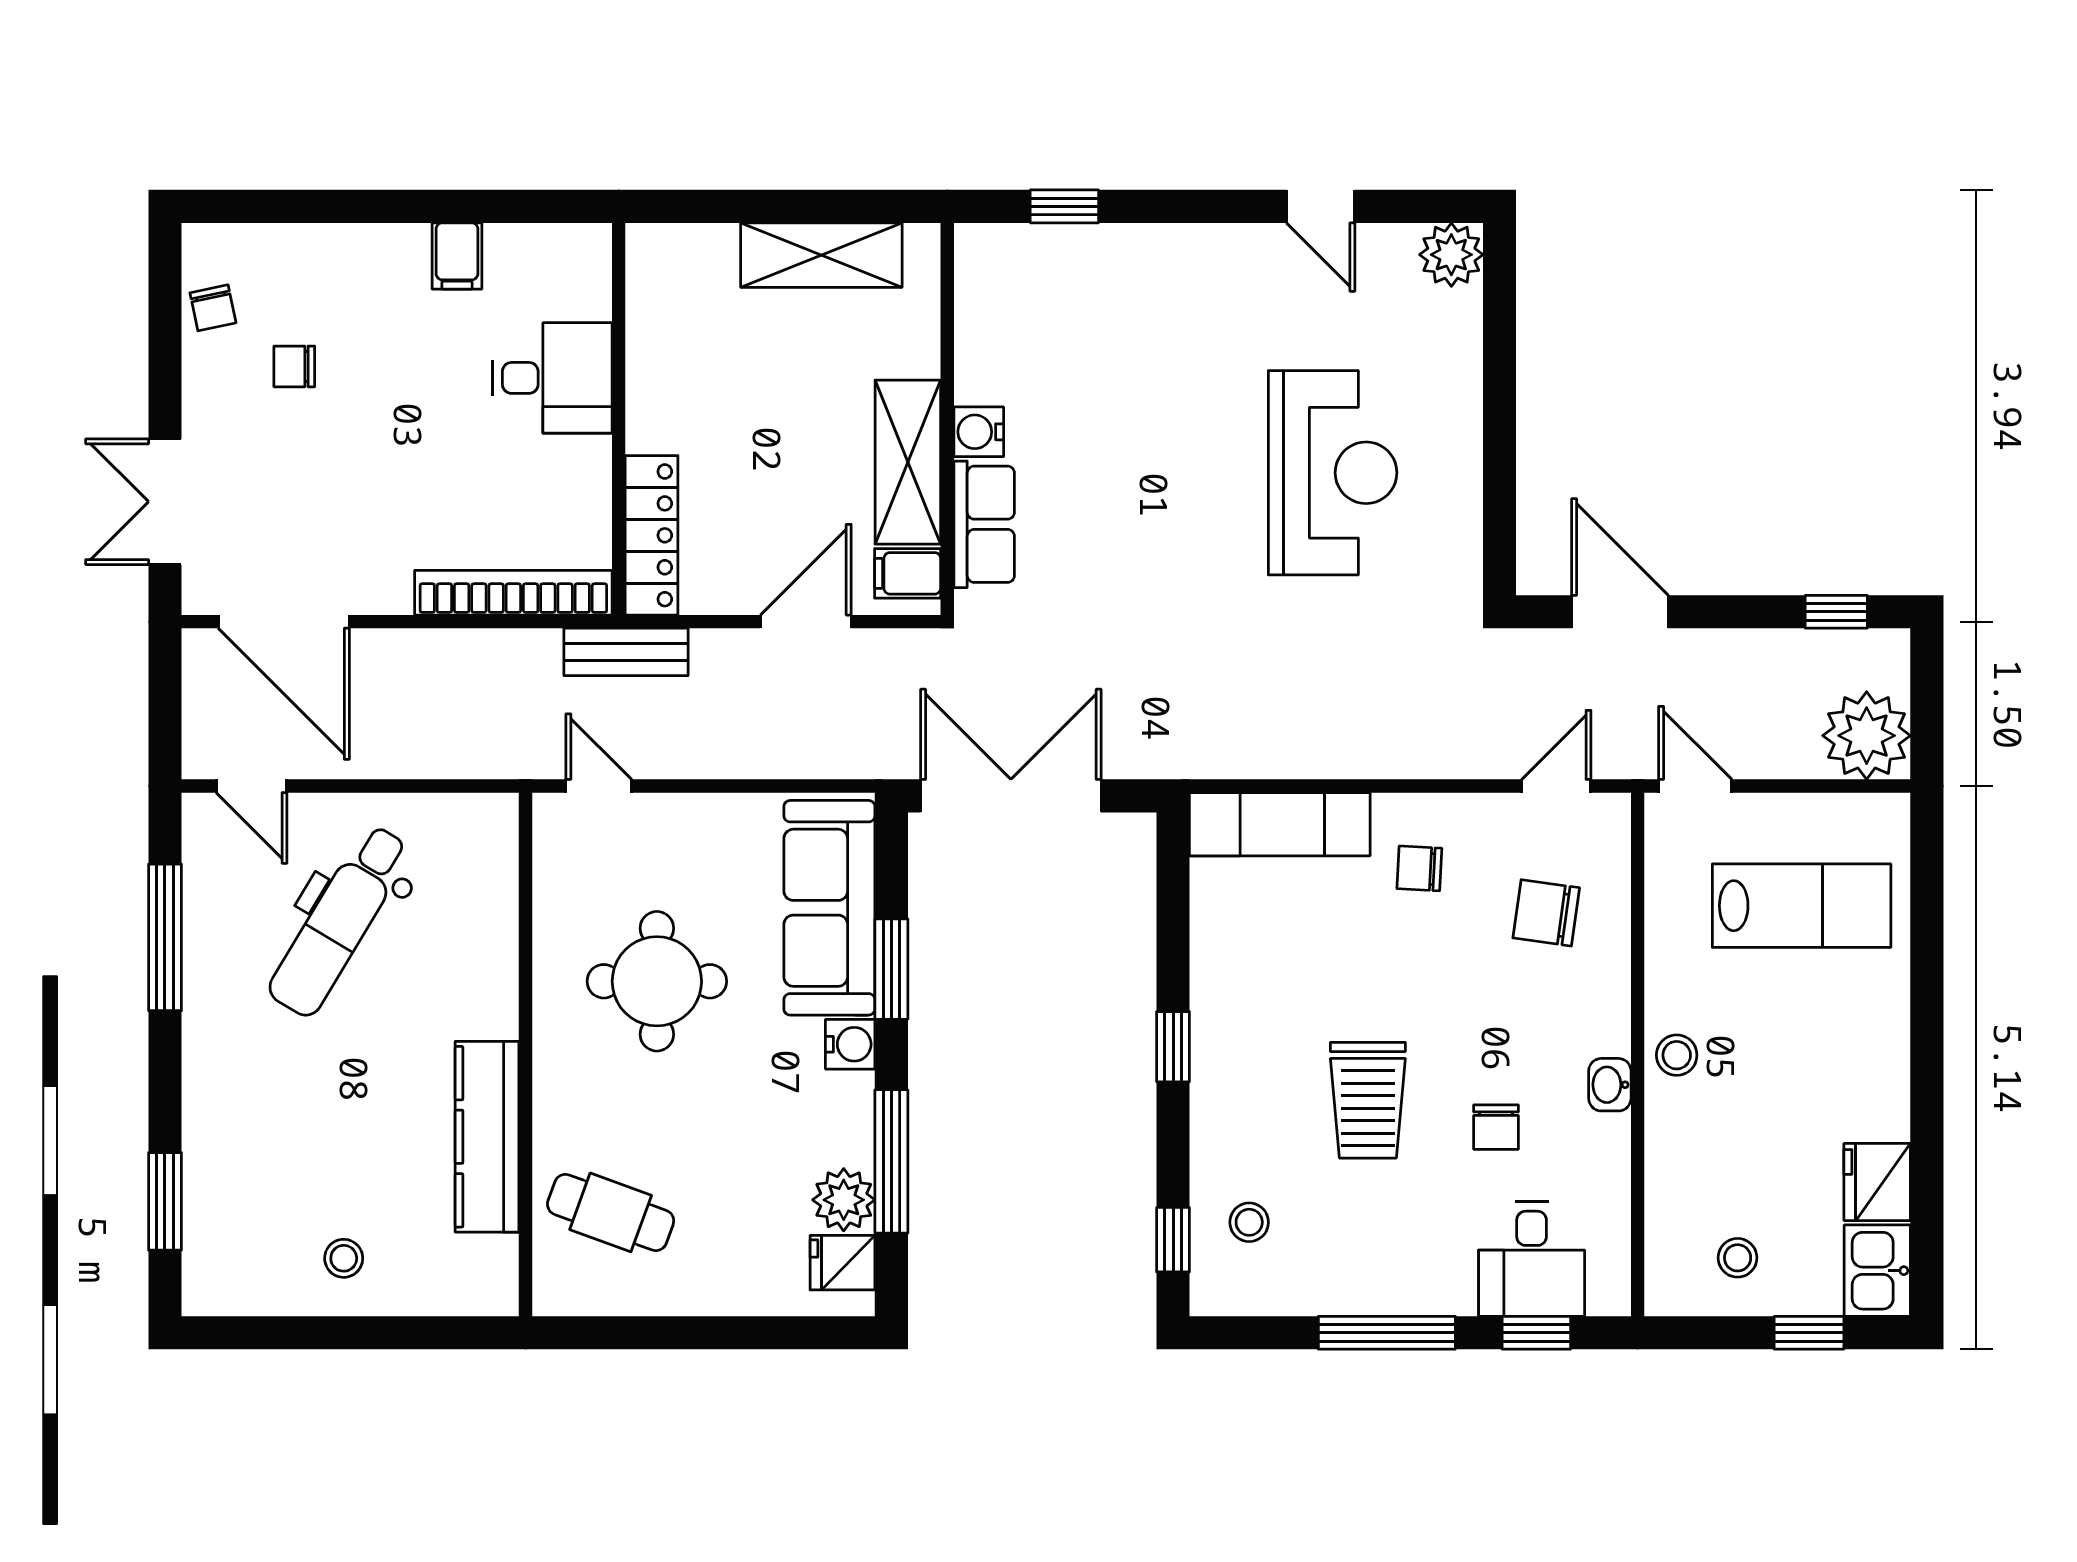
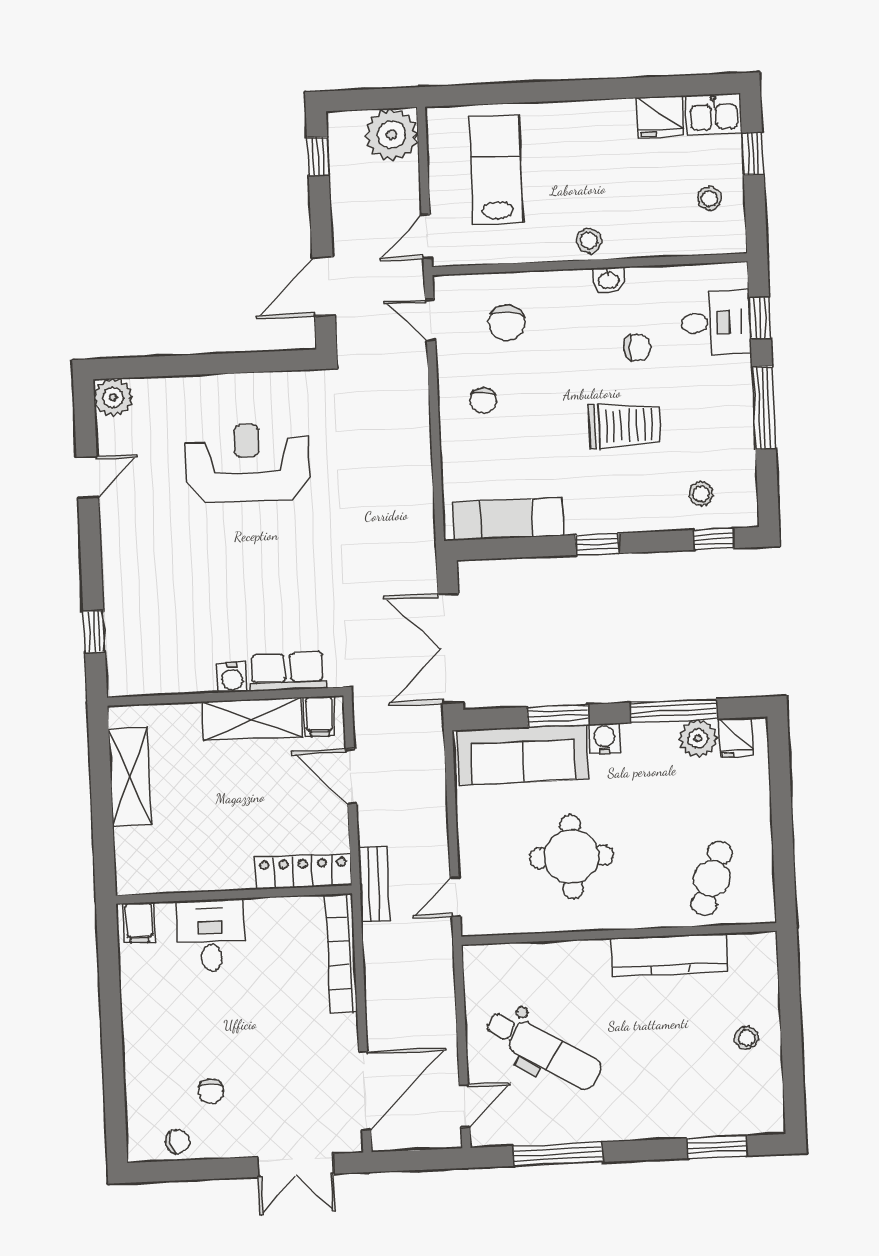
filing cabinet: (457, 256) -> (139, 923), moved, turned 90
exam couch: (1280, 824) -> (508, 519), moved, turned -90

